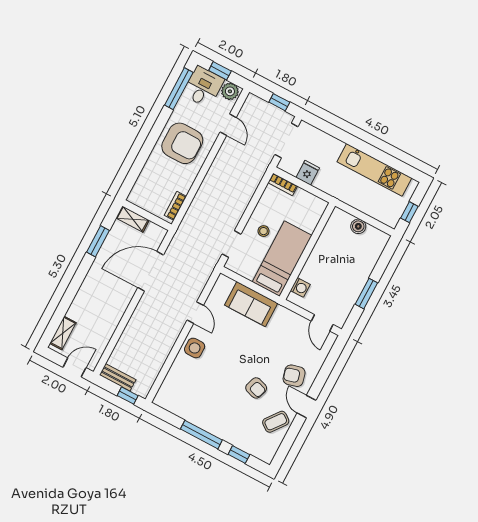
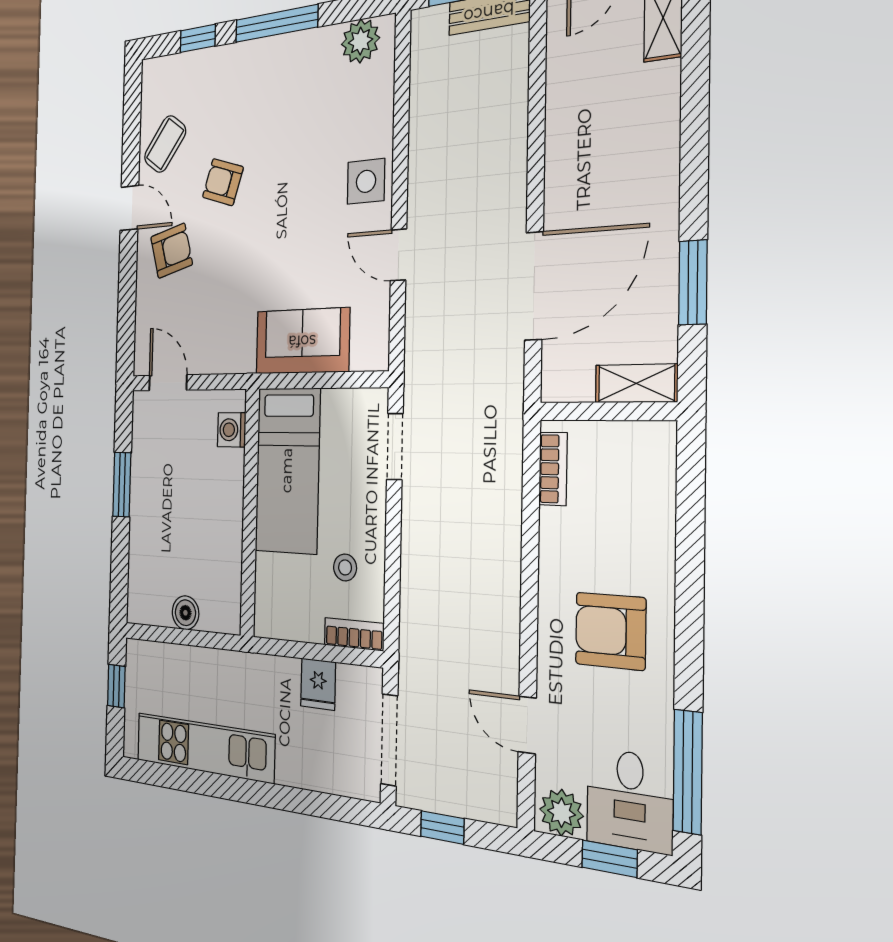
armchair: (182, 143) -> (610, 631), width x0.73, depth x0.73
stool: (263, 231) -> (345, 567), moved
plant: (170, 402) -> (360, 41), added

